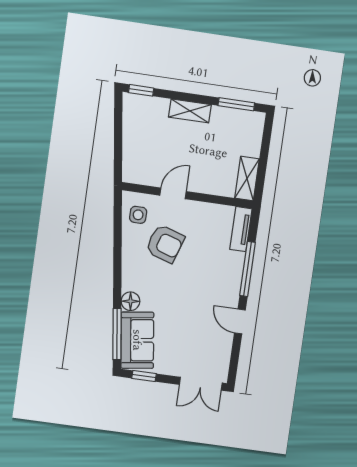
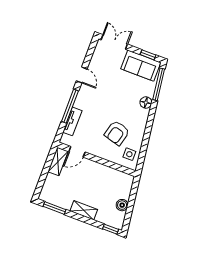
boiler: (132, 132) -> (122, 205), added
door: (173, 193) -> (77, 152), moved
tv unit: (241, 229) -> (72, 121), moved
armchair: (165, 244) -> (117, 133), turned -93
sofa: (137, 340) -> (141, 66), moved, turned -82

